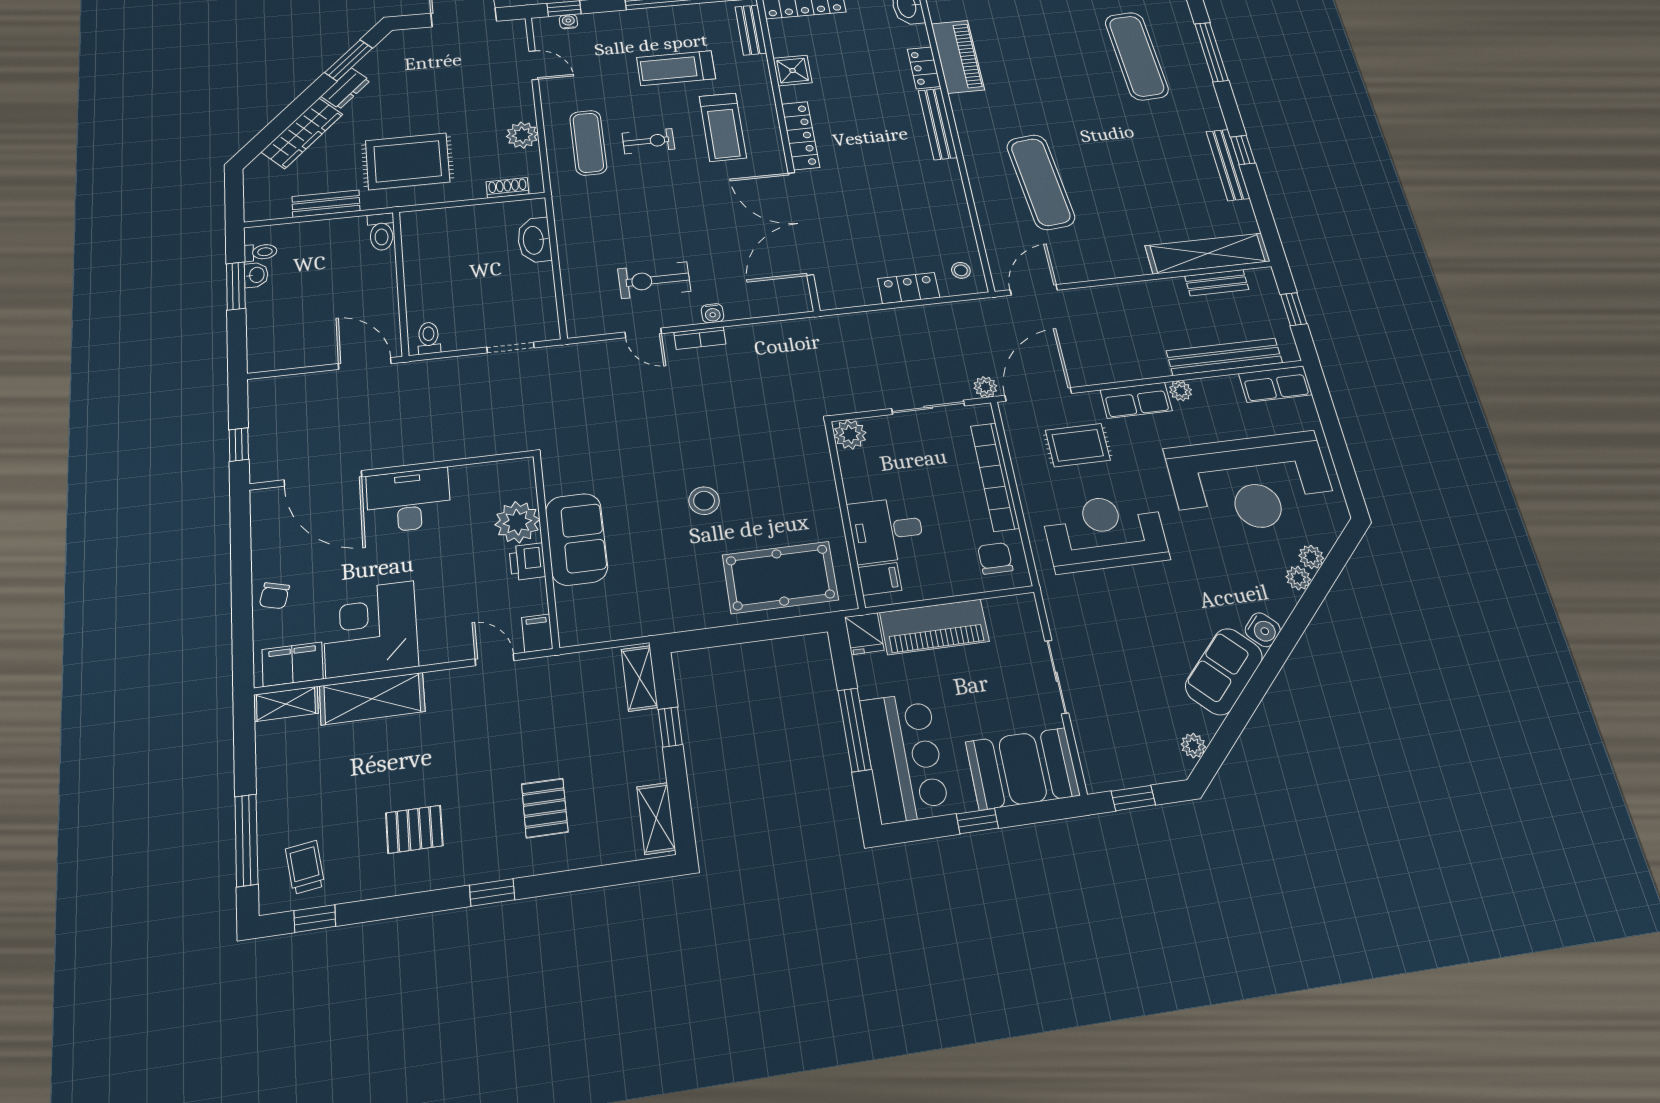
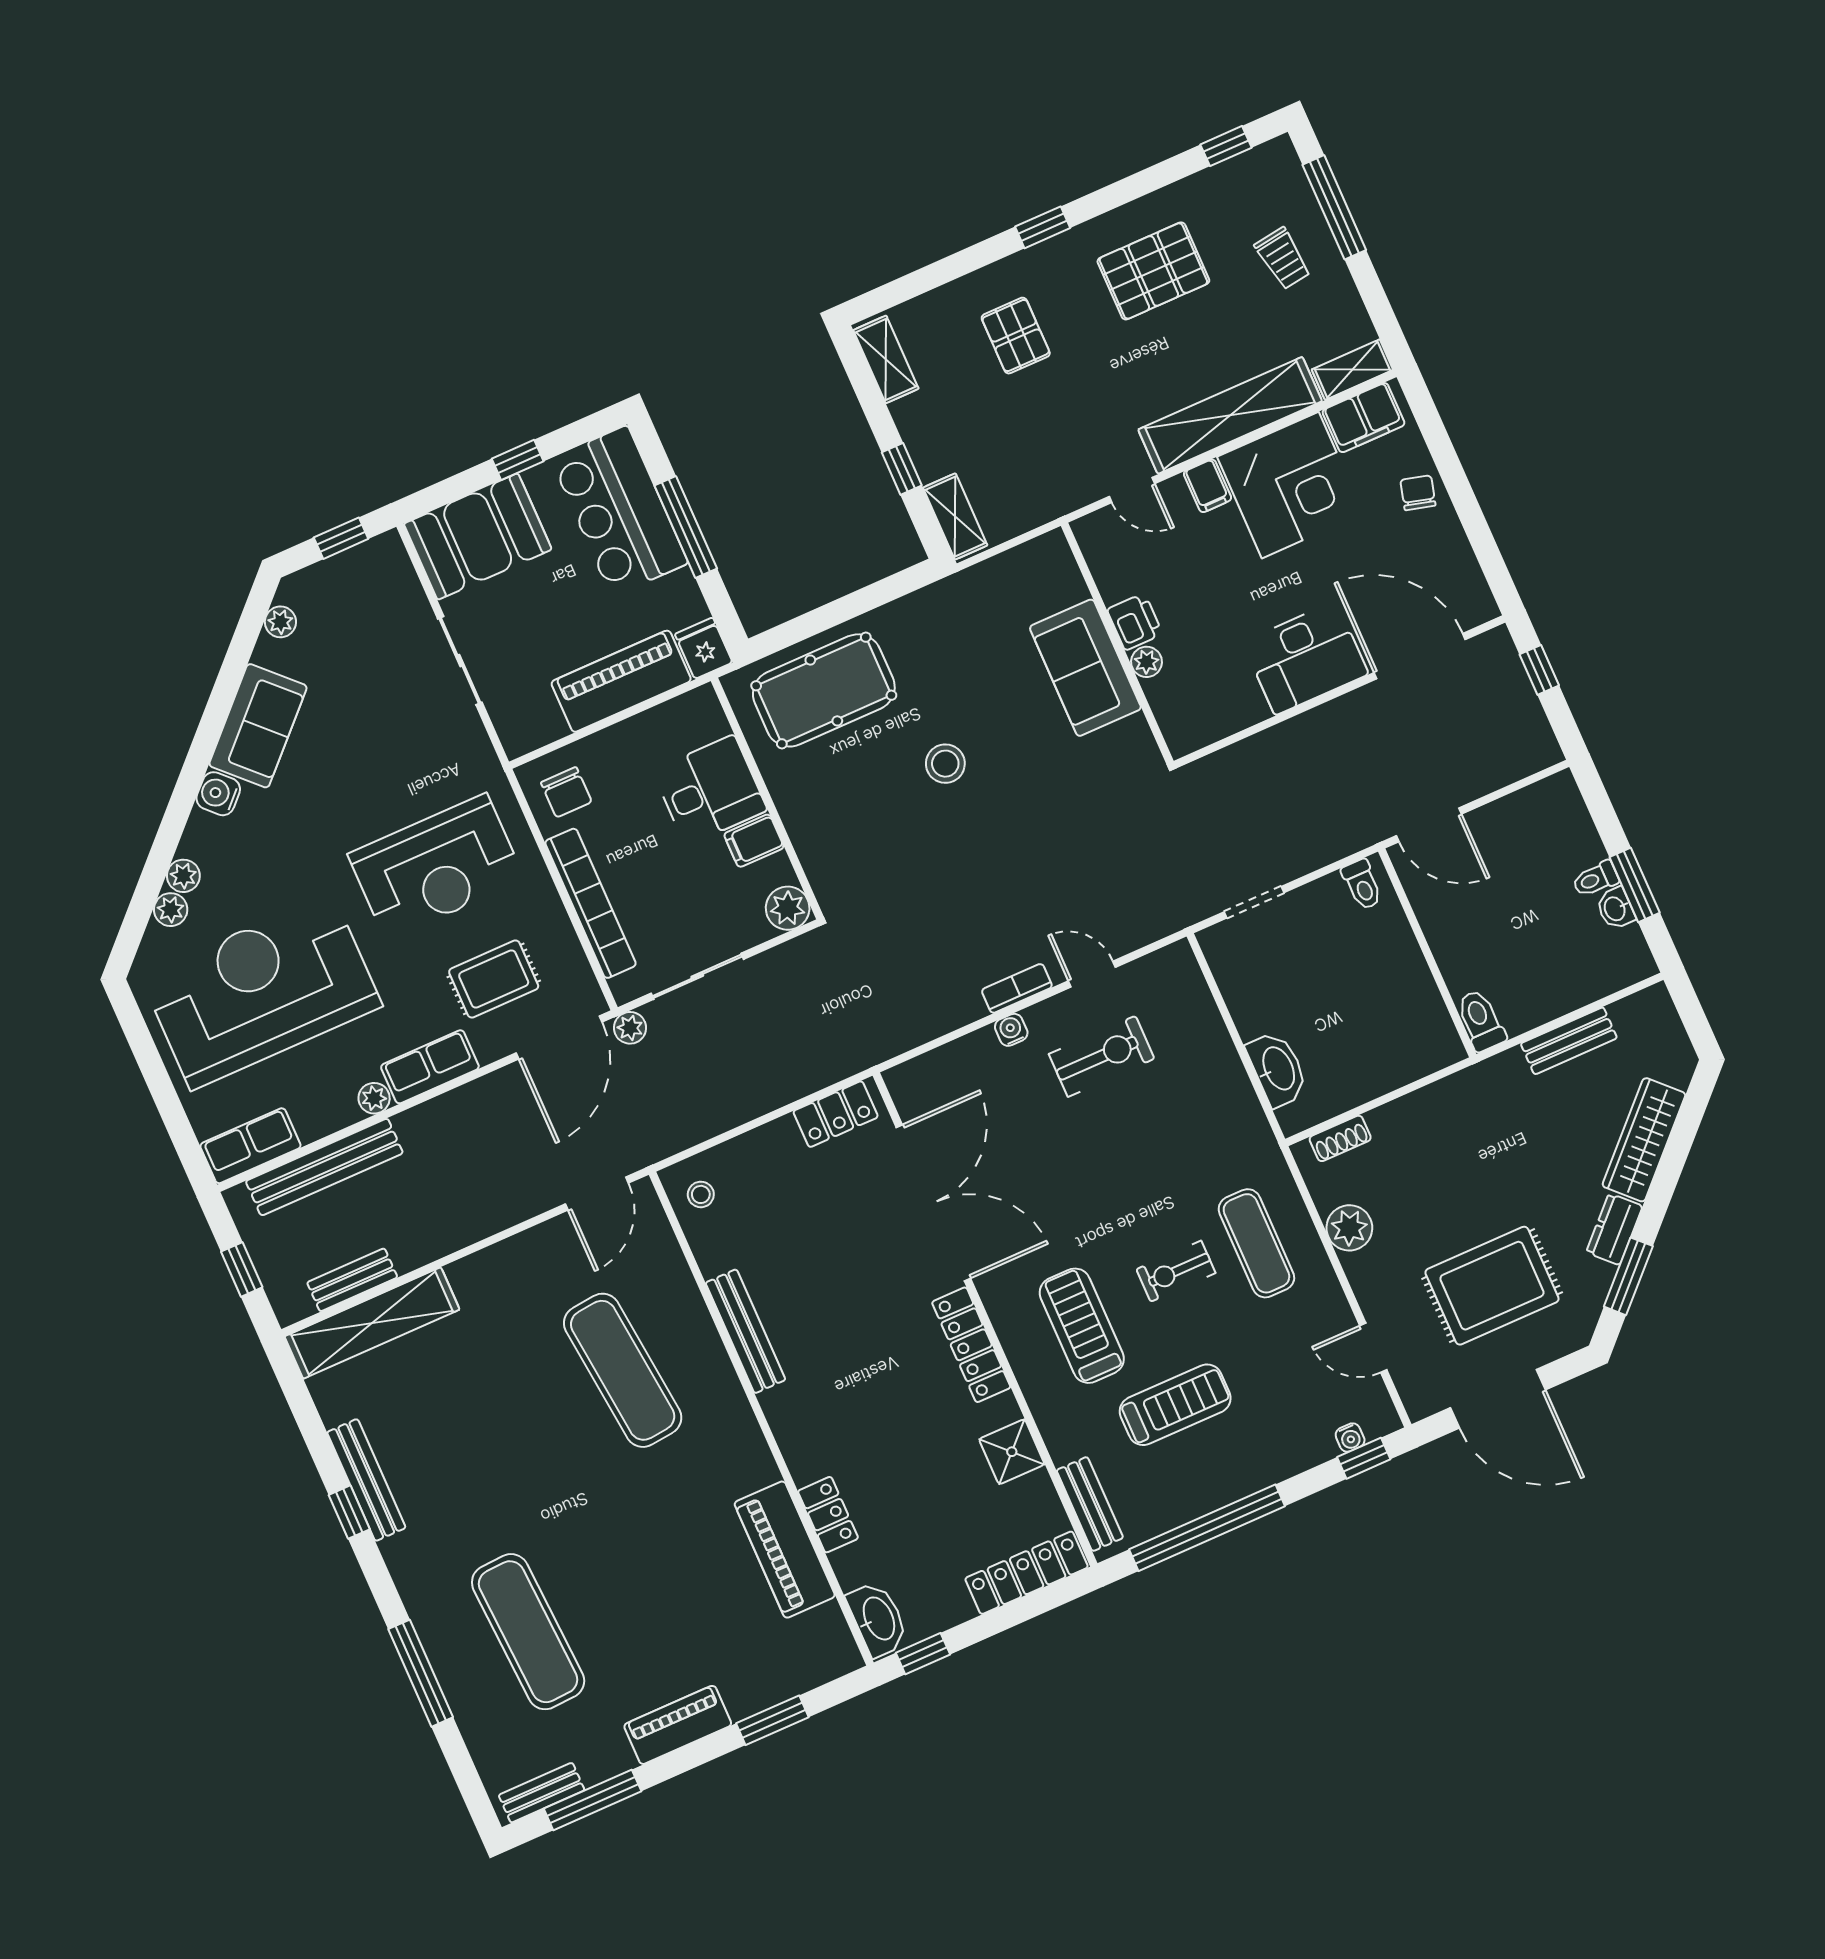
bench: (938, 124) -> (745, 1331), moved
rug: (408, 161) -> (1492, 1286), moved
toilet: (260, 252) -> (1595, 879), moved
locker: (909, 288) -> (836, 1114), moved
plant: (517, 522) -> (1147, 662), width x0.53, depth x0.53
filing cabinet: (880, 579) -> (754, 841), moved
filing cabinet: (537, 633) -> (1207, 486), moved
shelving: (372, 699) -> (1230, 415), width x1.47
pallet: (414, 829) -> (1153, 271), width x1.50, depth x1.42
trolley: (305, 867) -> (1283, 258), moved

